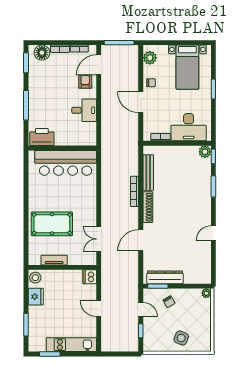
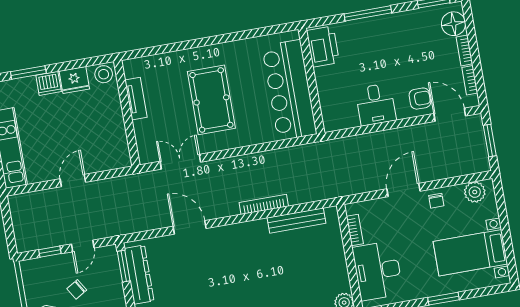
window: (119, 43) -> (490, 141), width x0.69
shoe rack: (148, 207) -> (243, 229), removed
pool table: (52, 224) -> (211, 100), moved
dishwasher: (90, 277) -> (49, 83), moved, turned 180
chair: (169, 302) -> (77, 289), moved

